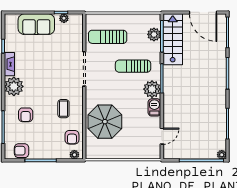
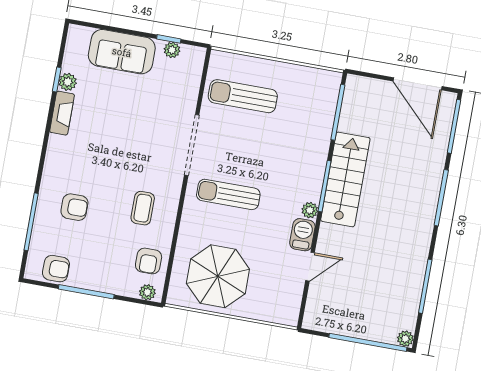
plant: (154, 34) -> (325, 107), removed
stairs: (173, 39) -> (345, 179), moved
sun lounger: (133, 66) -> (228, 194), moved
plant: (14, 86) -> (68, 82), moved, width x0.53, depth x0.53
plant: (152, 89) -> (310, 210), width x0.53, depth x0.53
armchair: (26, 115) -> (74, 207), turned -90
parasol: (105, 122) -> (218, 276), moved
door: (162, 136) -> (310, 267), moved
armchair: (22, 151) -> (56, 269), turned 180

